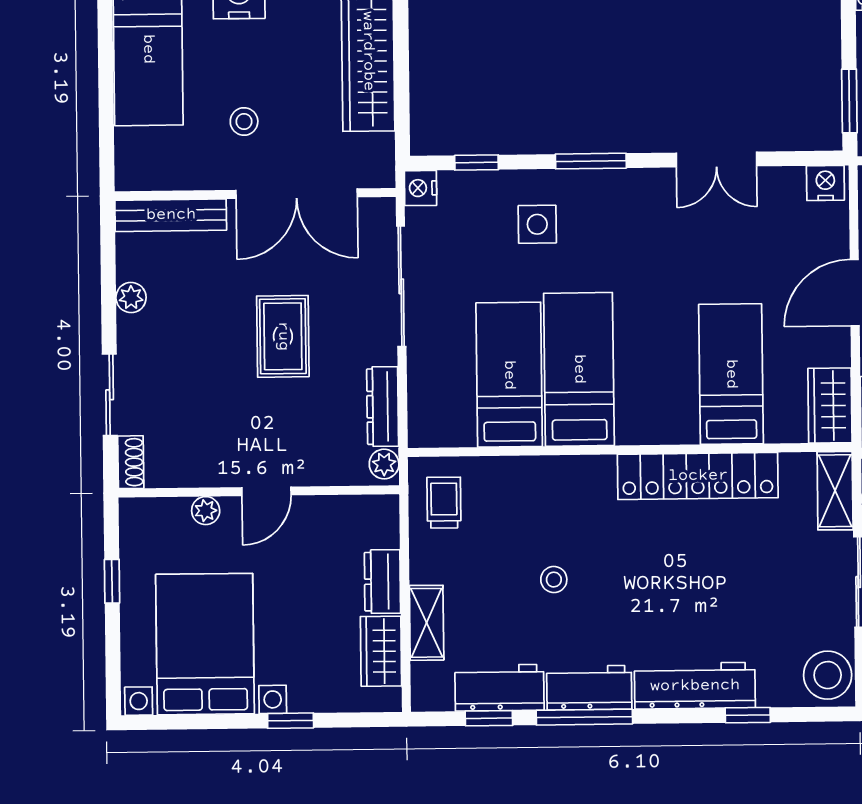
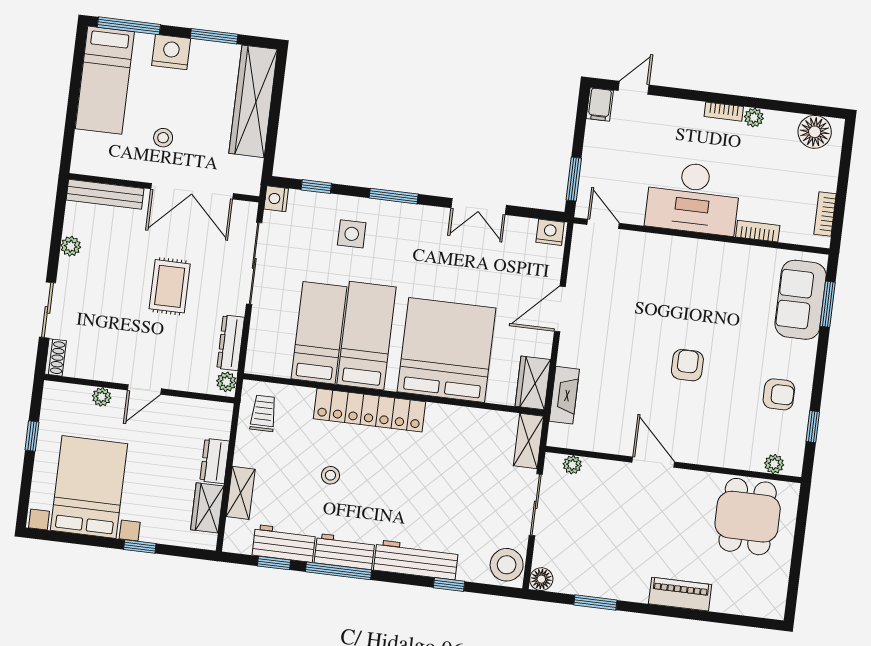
bed: (731, 374) -> (447, 350), width x2.04
locker: (698, 476) -> (369, 410), moved

